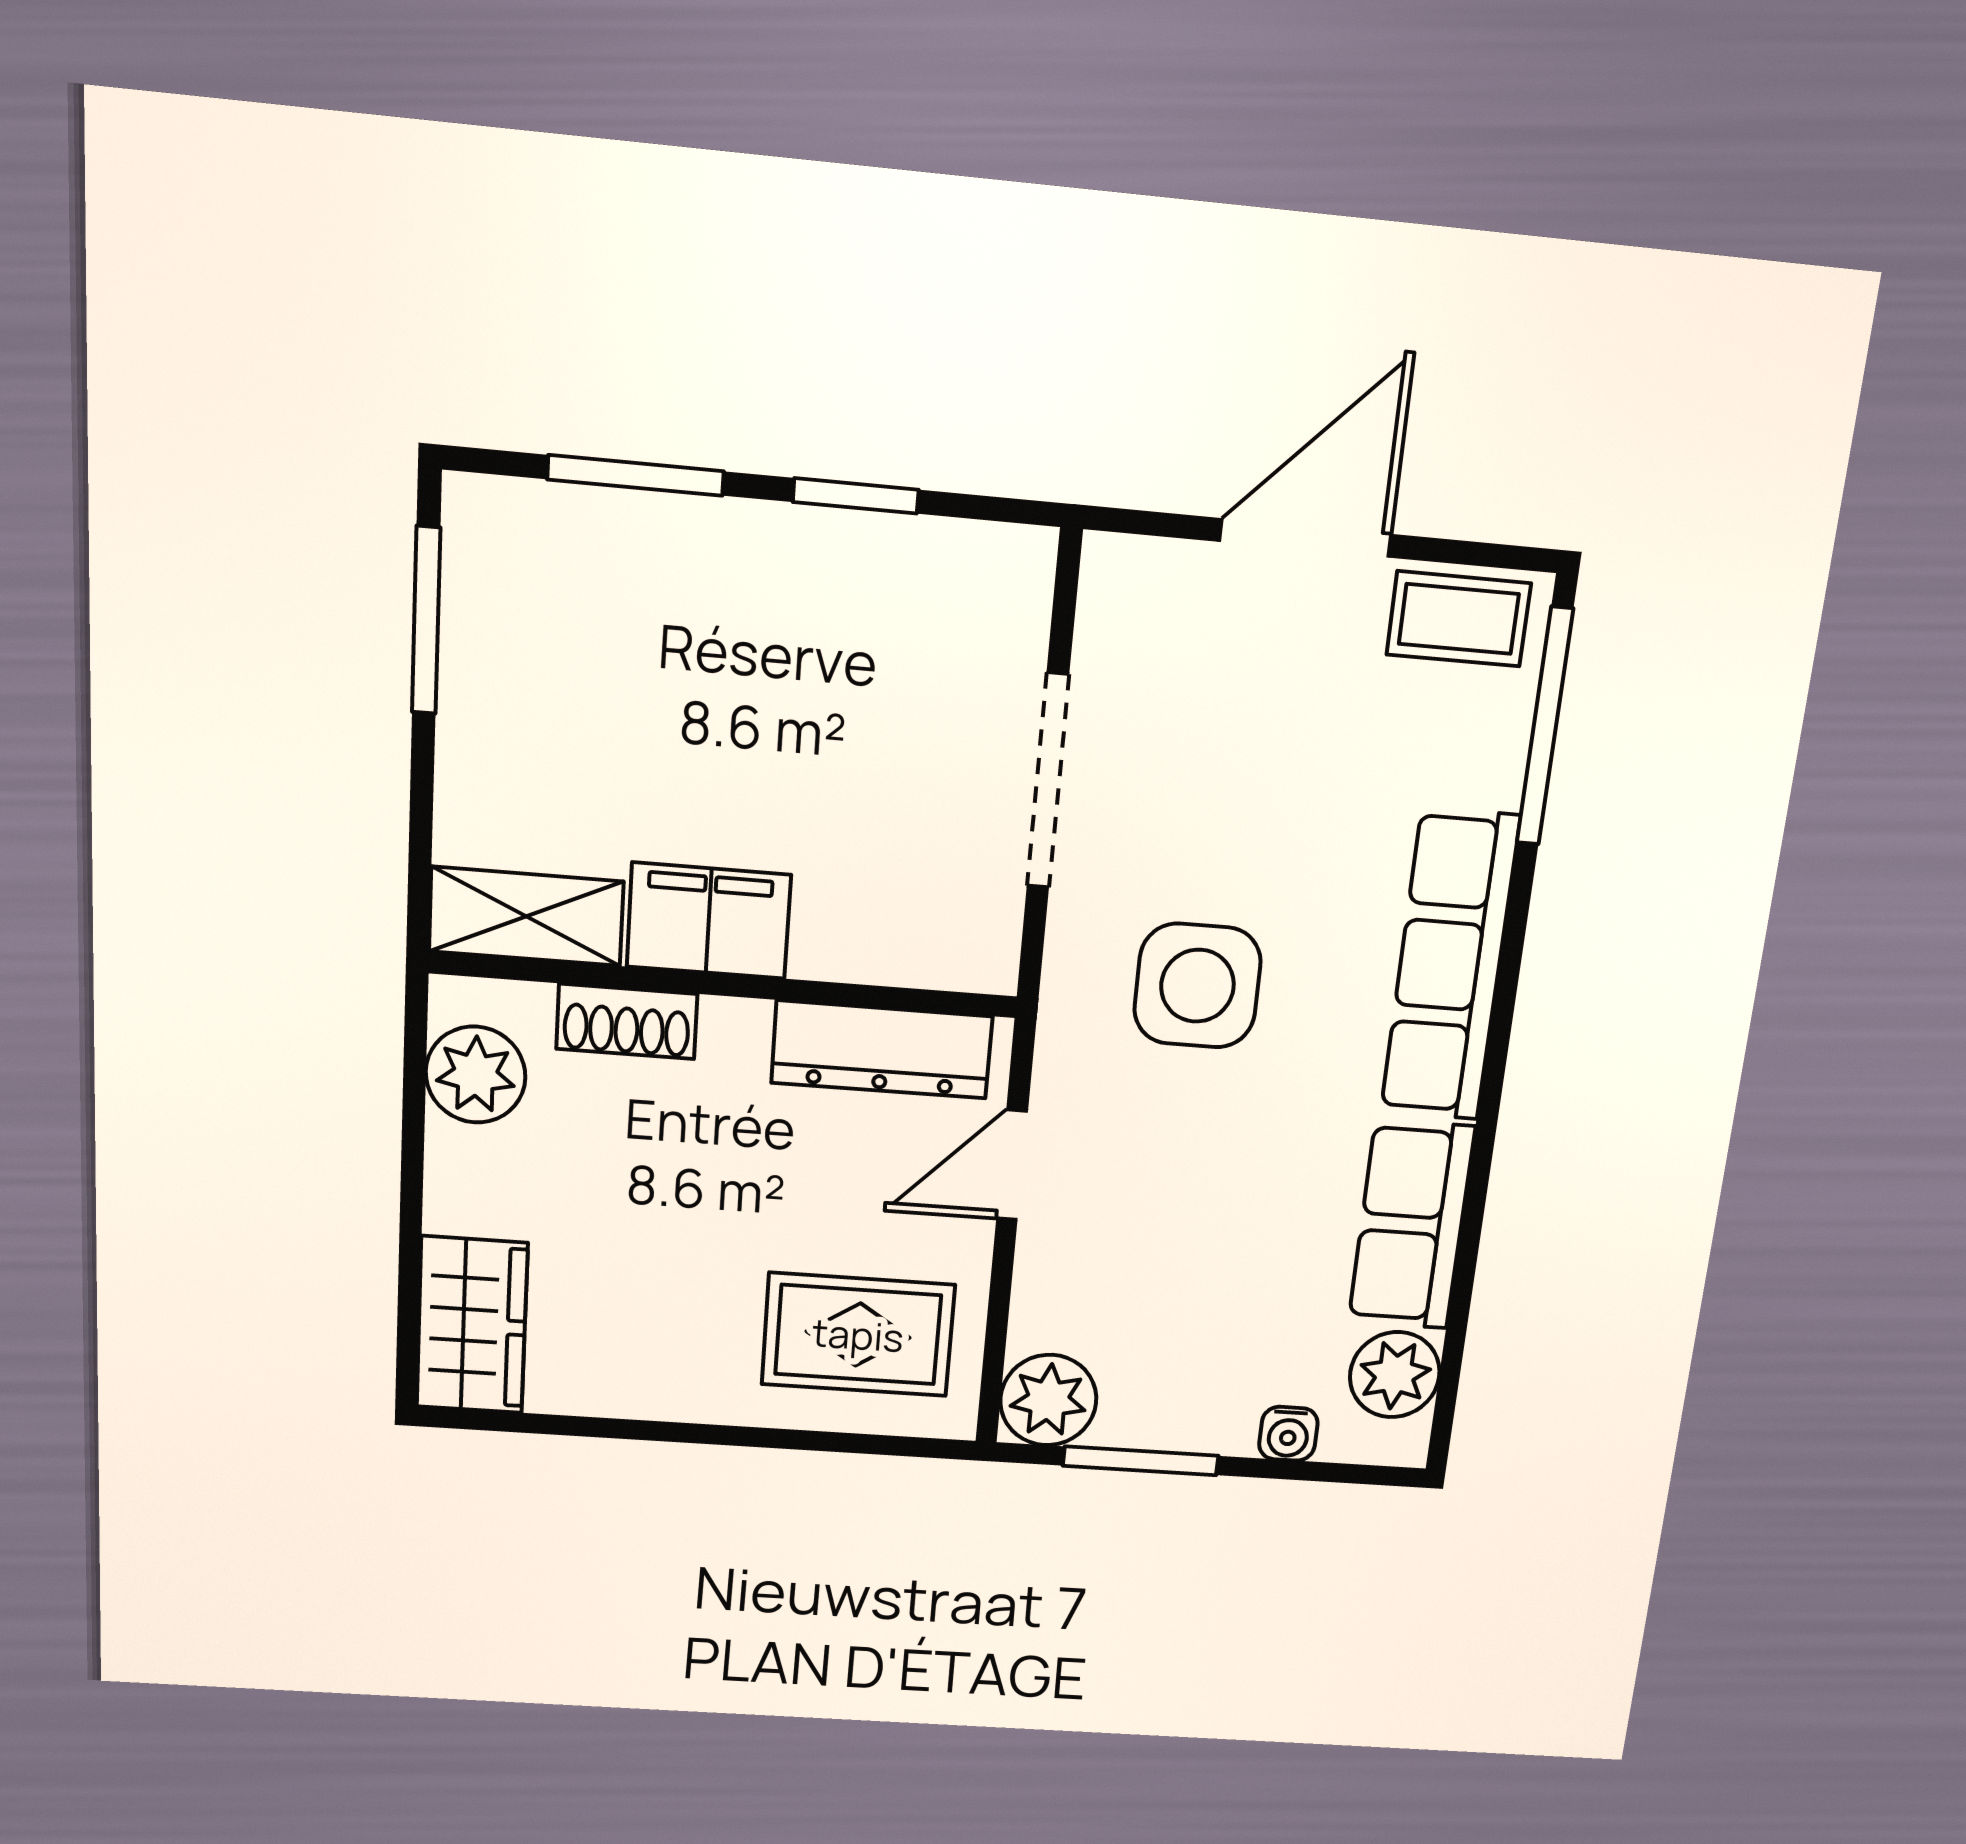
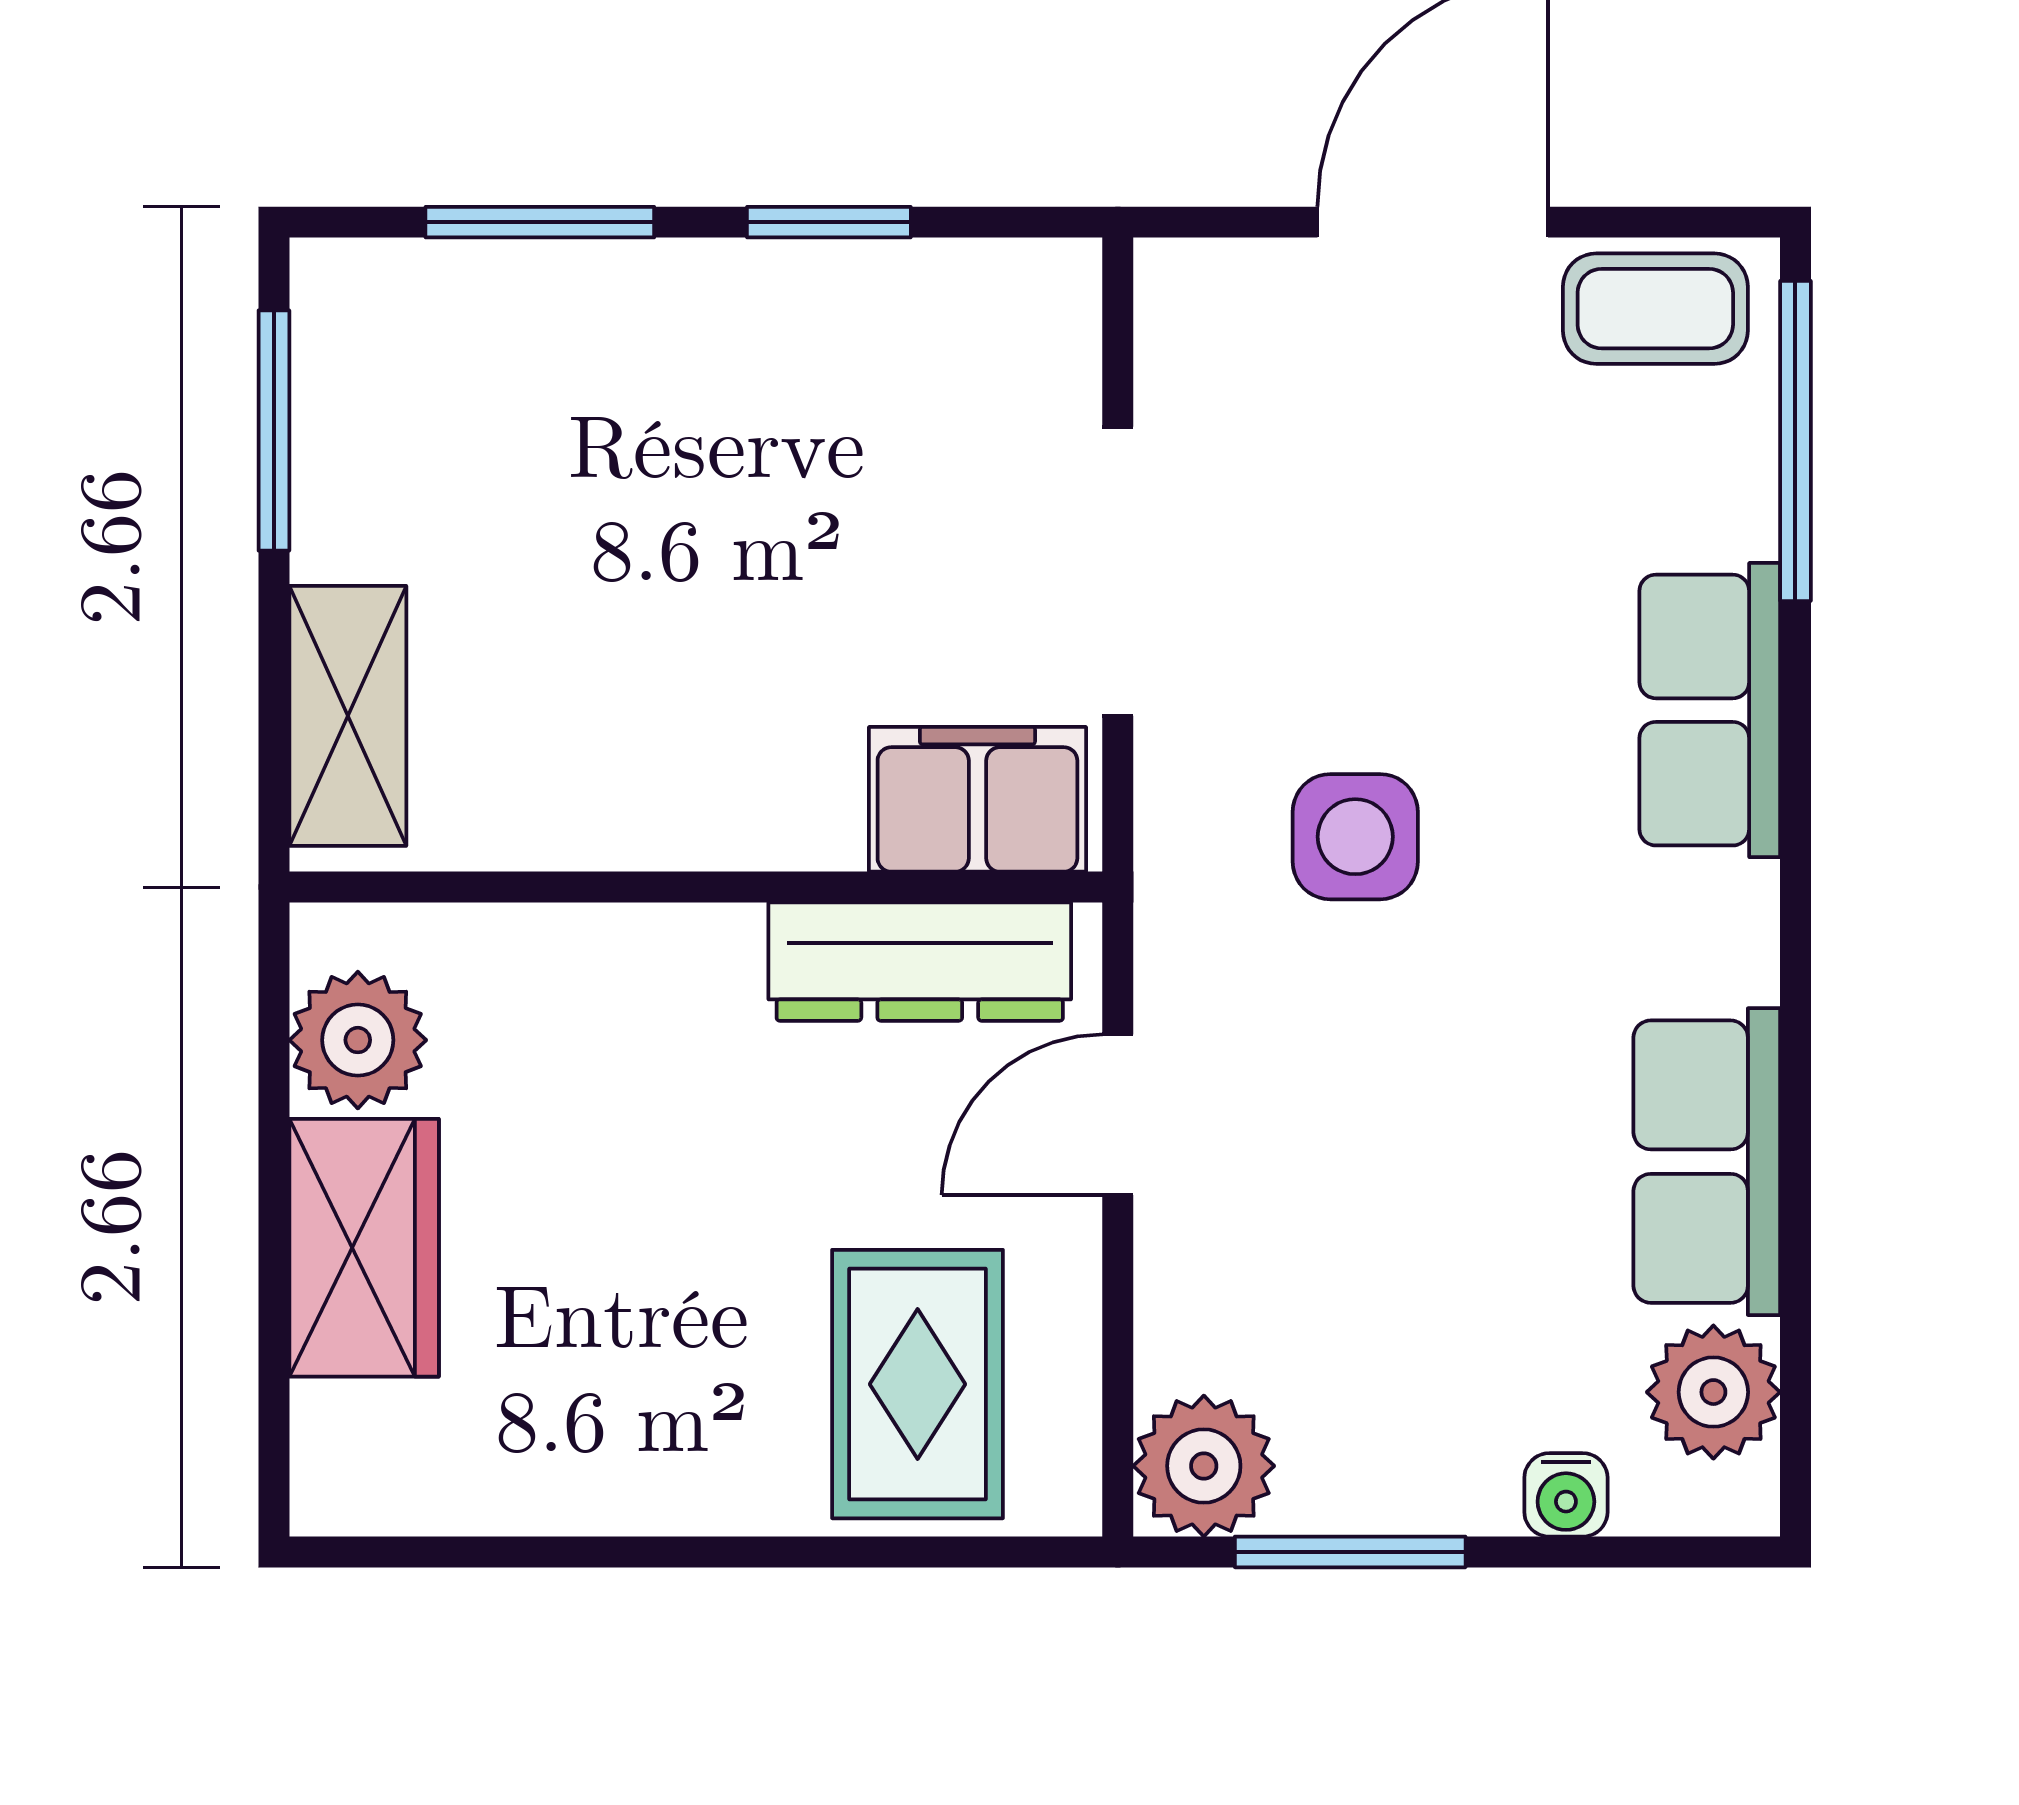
shelving: (526, 916) -> (348, 716), moved, turned 90
filing cabinet: (709, 921) -> (977, 799), moved
row of seats: (1450, 966) -> (1710, 710), width x0.68
side table: (1198, 986) -> (1355, 837), width x0.73, depth x0.73
shoe rack: (627, 1021) -> (563, 949), removed
wardrobe: (472, 1325) -> (364, 1248), moved
rug: (858, 1335) -> (918, 1384), turned 90

